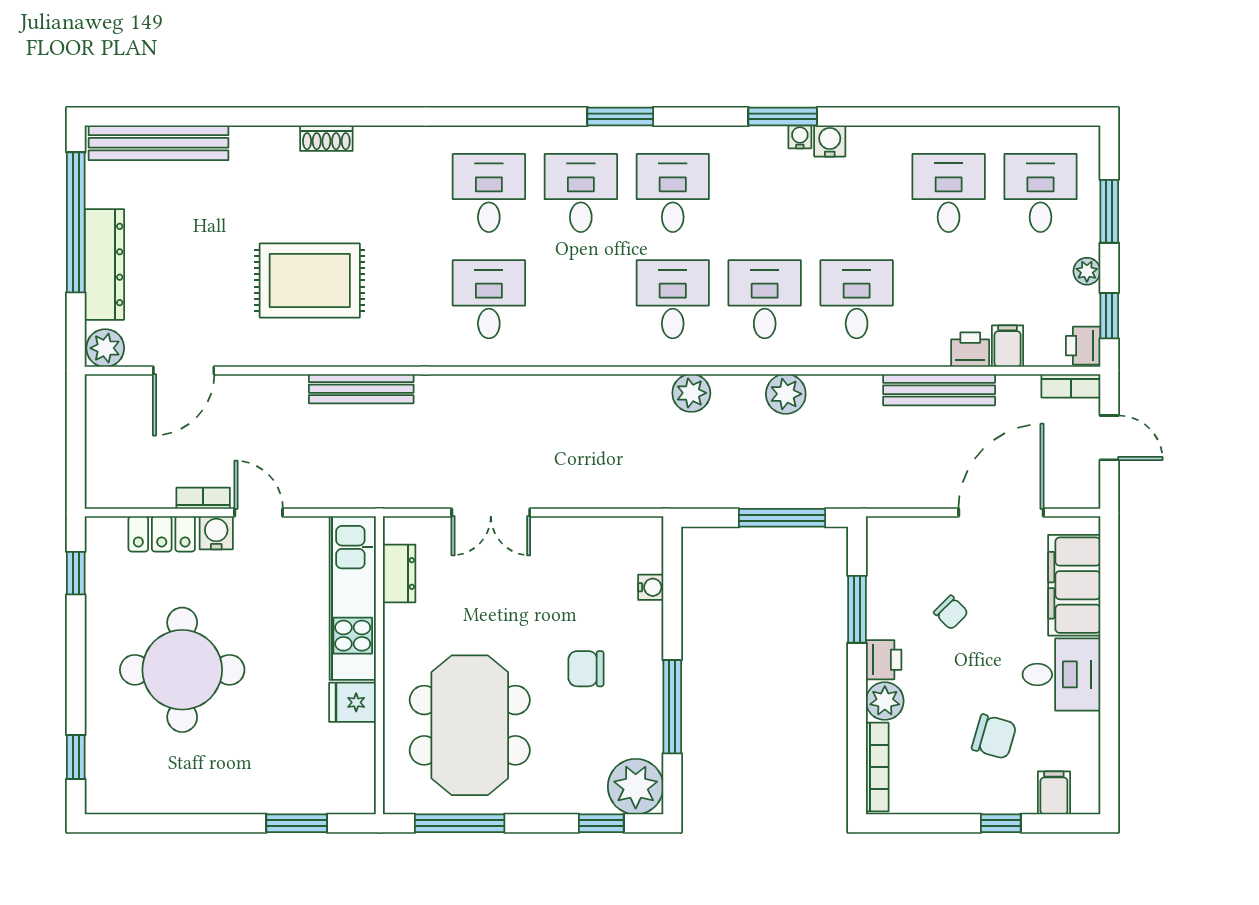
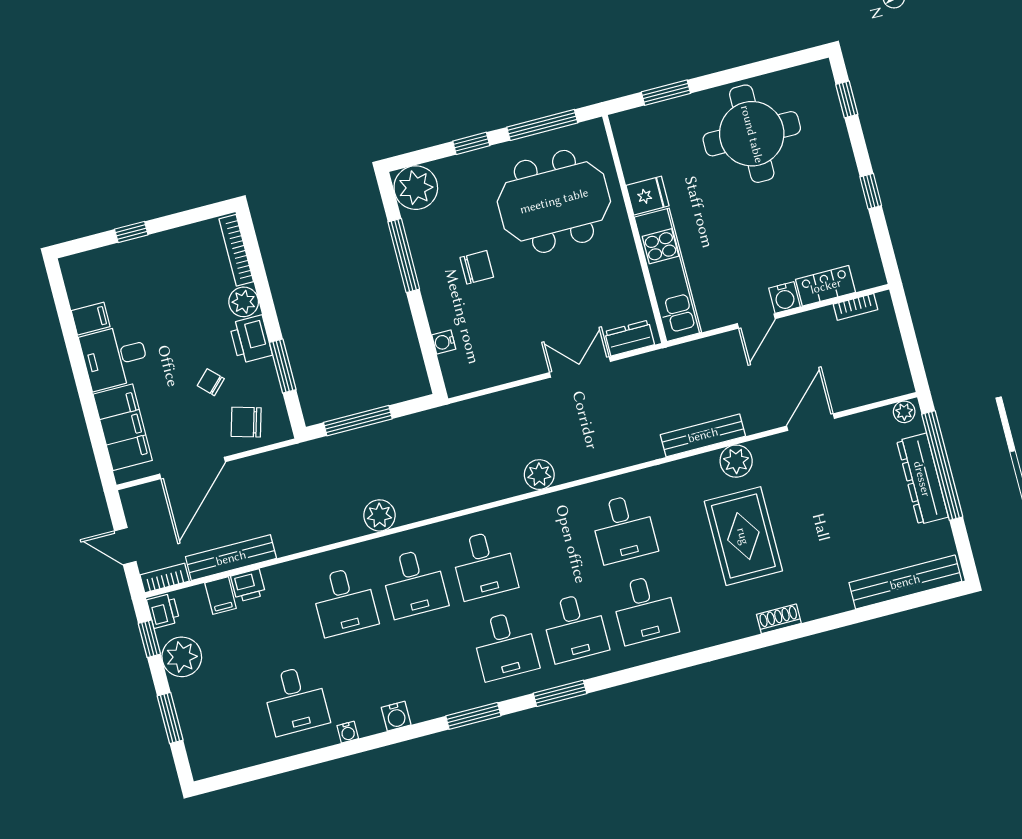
window: (783, 117) -> (473, 716), moved
water cooler: (800, 137) -> (348, 732), moved
desk: (1040, 193) -> (226, 718), removed
window: (76, 222) -> (942, 466), moved
plant: (1087, 271) -> (182, 657), width x1.88, depth x1.88
rug: (310, 280) -> (743, 536), moved, turned 90
plant: (328, 346) -> (736, 461), added
plant: (105, 348) -> (904, 412), width x0.73, depth x0.73
door: (184, 370) -> (811, 422), moved
bench: (939, 390) -> (231, 558), moved
plant: (691, 393) -> (539, 475), moved
bookcase: (203, 498) -> (855, 307), moved
door: (259, 513) -> (756, 321), hinge flipped
window: (76, 573) -> (871, 191), moved
dresser: (399, 573) -> (630, 338), moved, turned 90
printer: (884, 660) -> (251, 339), width x1.36, depth x1.24
round table: (182, 670) -> (752, 134), moved
meeting table: (470, 725) -> (554, 201), turned 90
chair: (994, 737) -> (246, 422), moved
filing cabinet: (1054, 793) -> (91, 319), moved, turned -90
window: (601, 823) -> (471, 143), moved

